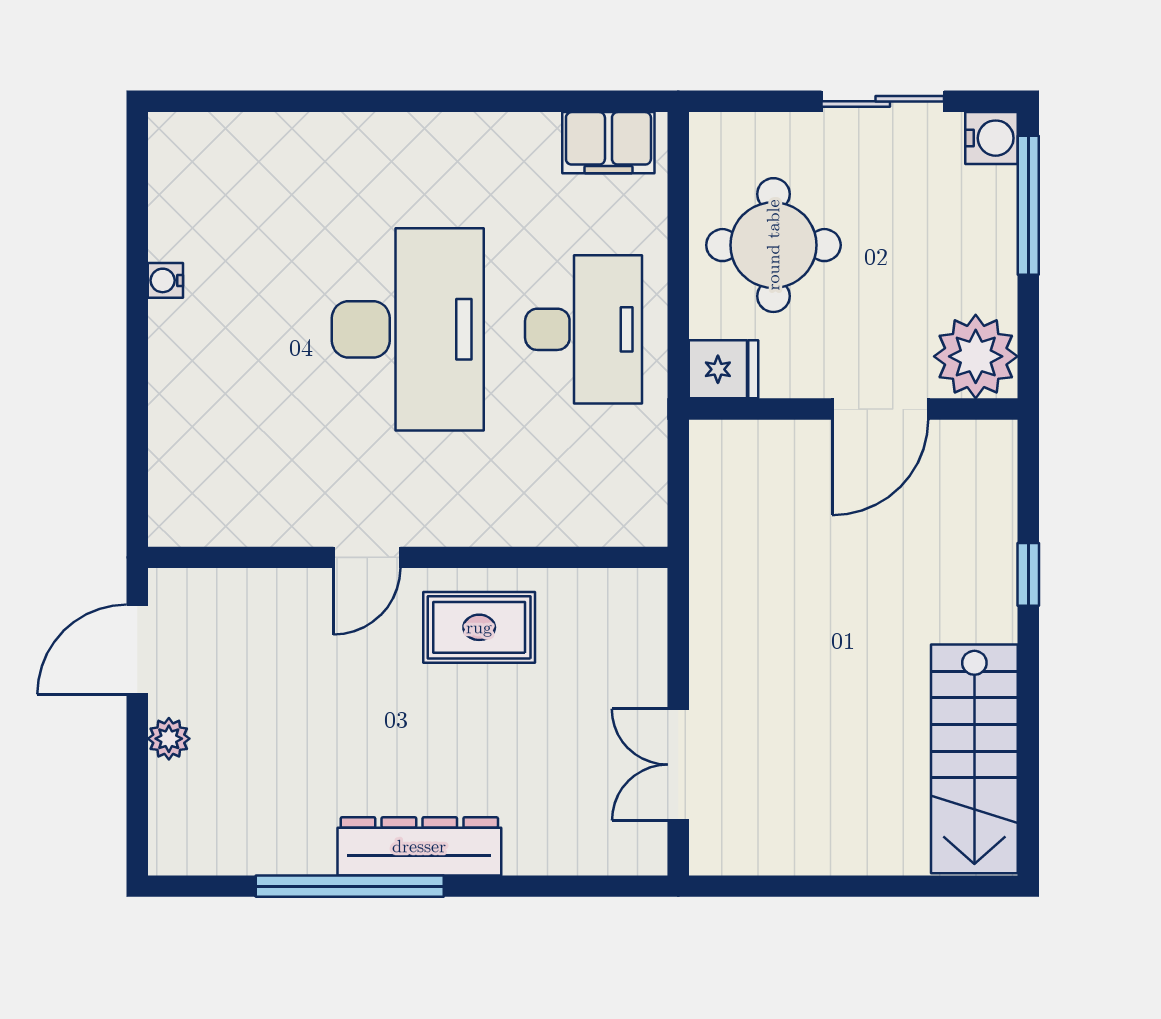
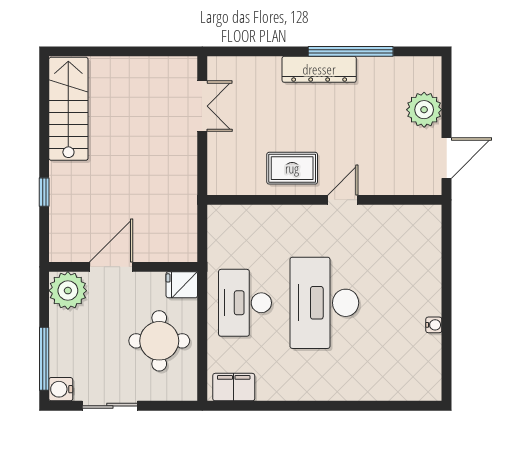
plant: (169, 739) -> (424, 110), width x1.88, depth x1.88

